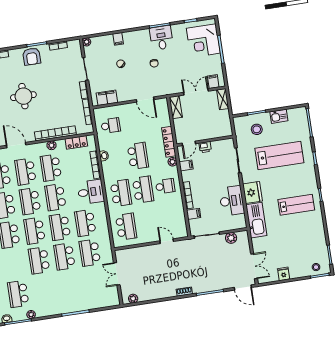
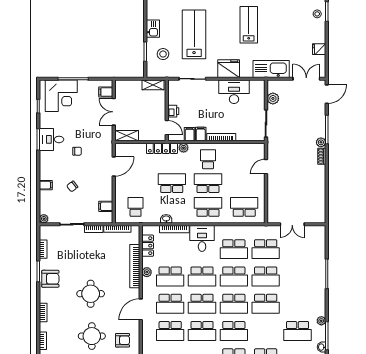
filing cabinet: (107, 98) -> (106, 206), width x0.50
shelving: (223, 99) -> (153, 85), moved
filing cabinet: (194, 214) -> (201, 134), moved
kitchen sink: (256, 220) -> (271, 69), moved
plant: (133, 299) -> (321, 142), moved

